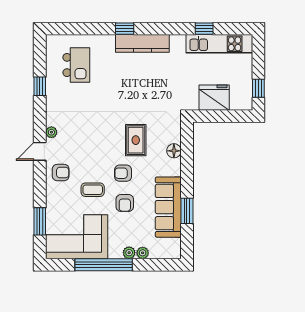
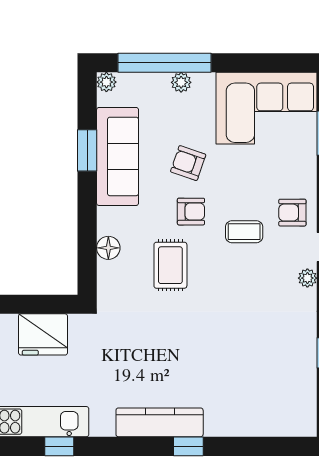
kitchen island: (76, 65) -> (267, 387), removed
coffee table: (93, 190) -> (244, 232), moved
armchair: (125, 203) -> (188, 163), turned -71
plant: (143, 253) -> (106, 82), moved
window: (104, 265) -> (165, 63), moved

